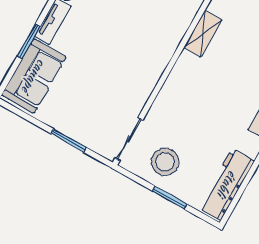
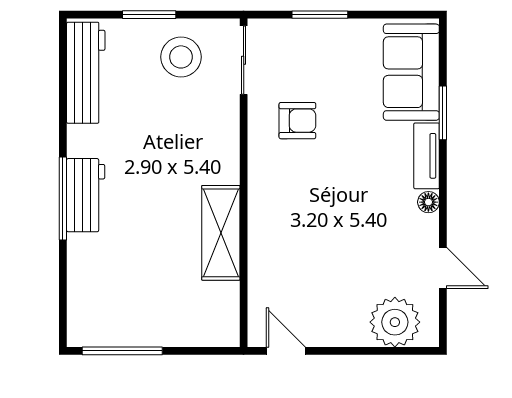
shelving: (203, 34) -> (221, 233), width x1.50, depth x1.33
armchair: (117, 85) -> (297, 121), added

